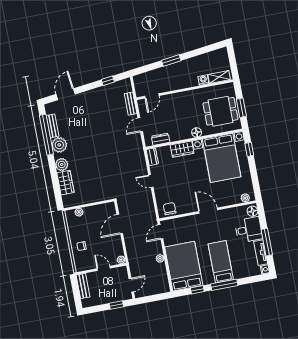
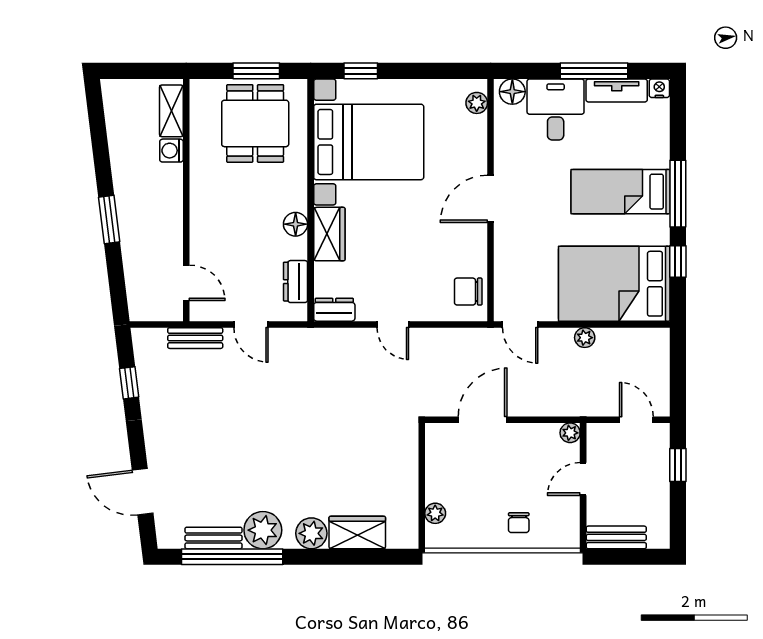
floor lamp: (197, 132) -> (296, 224), moved
door: (151, 181) -> (393, 324), hinge flipped
door: (120, 224) -> (483, 420), swing flipped

